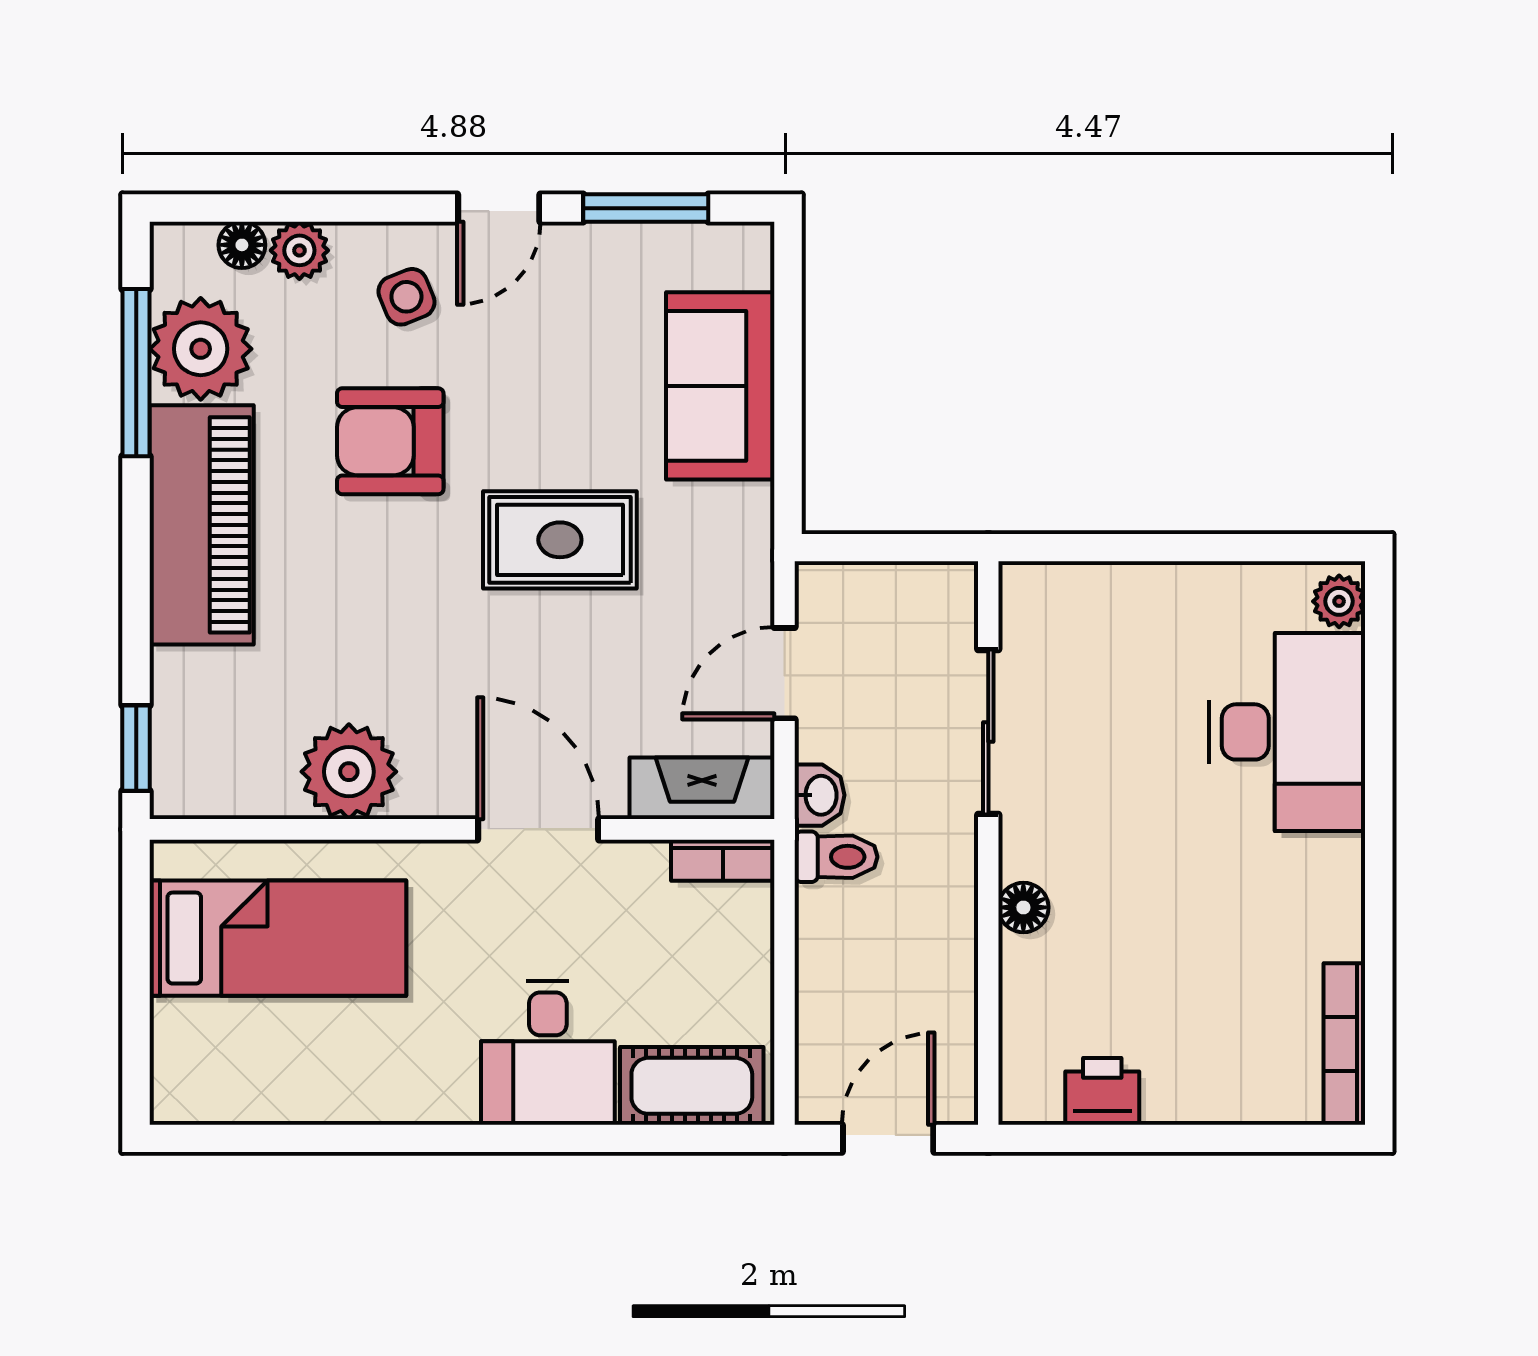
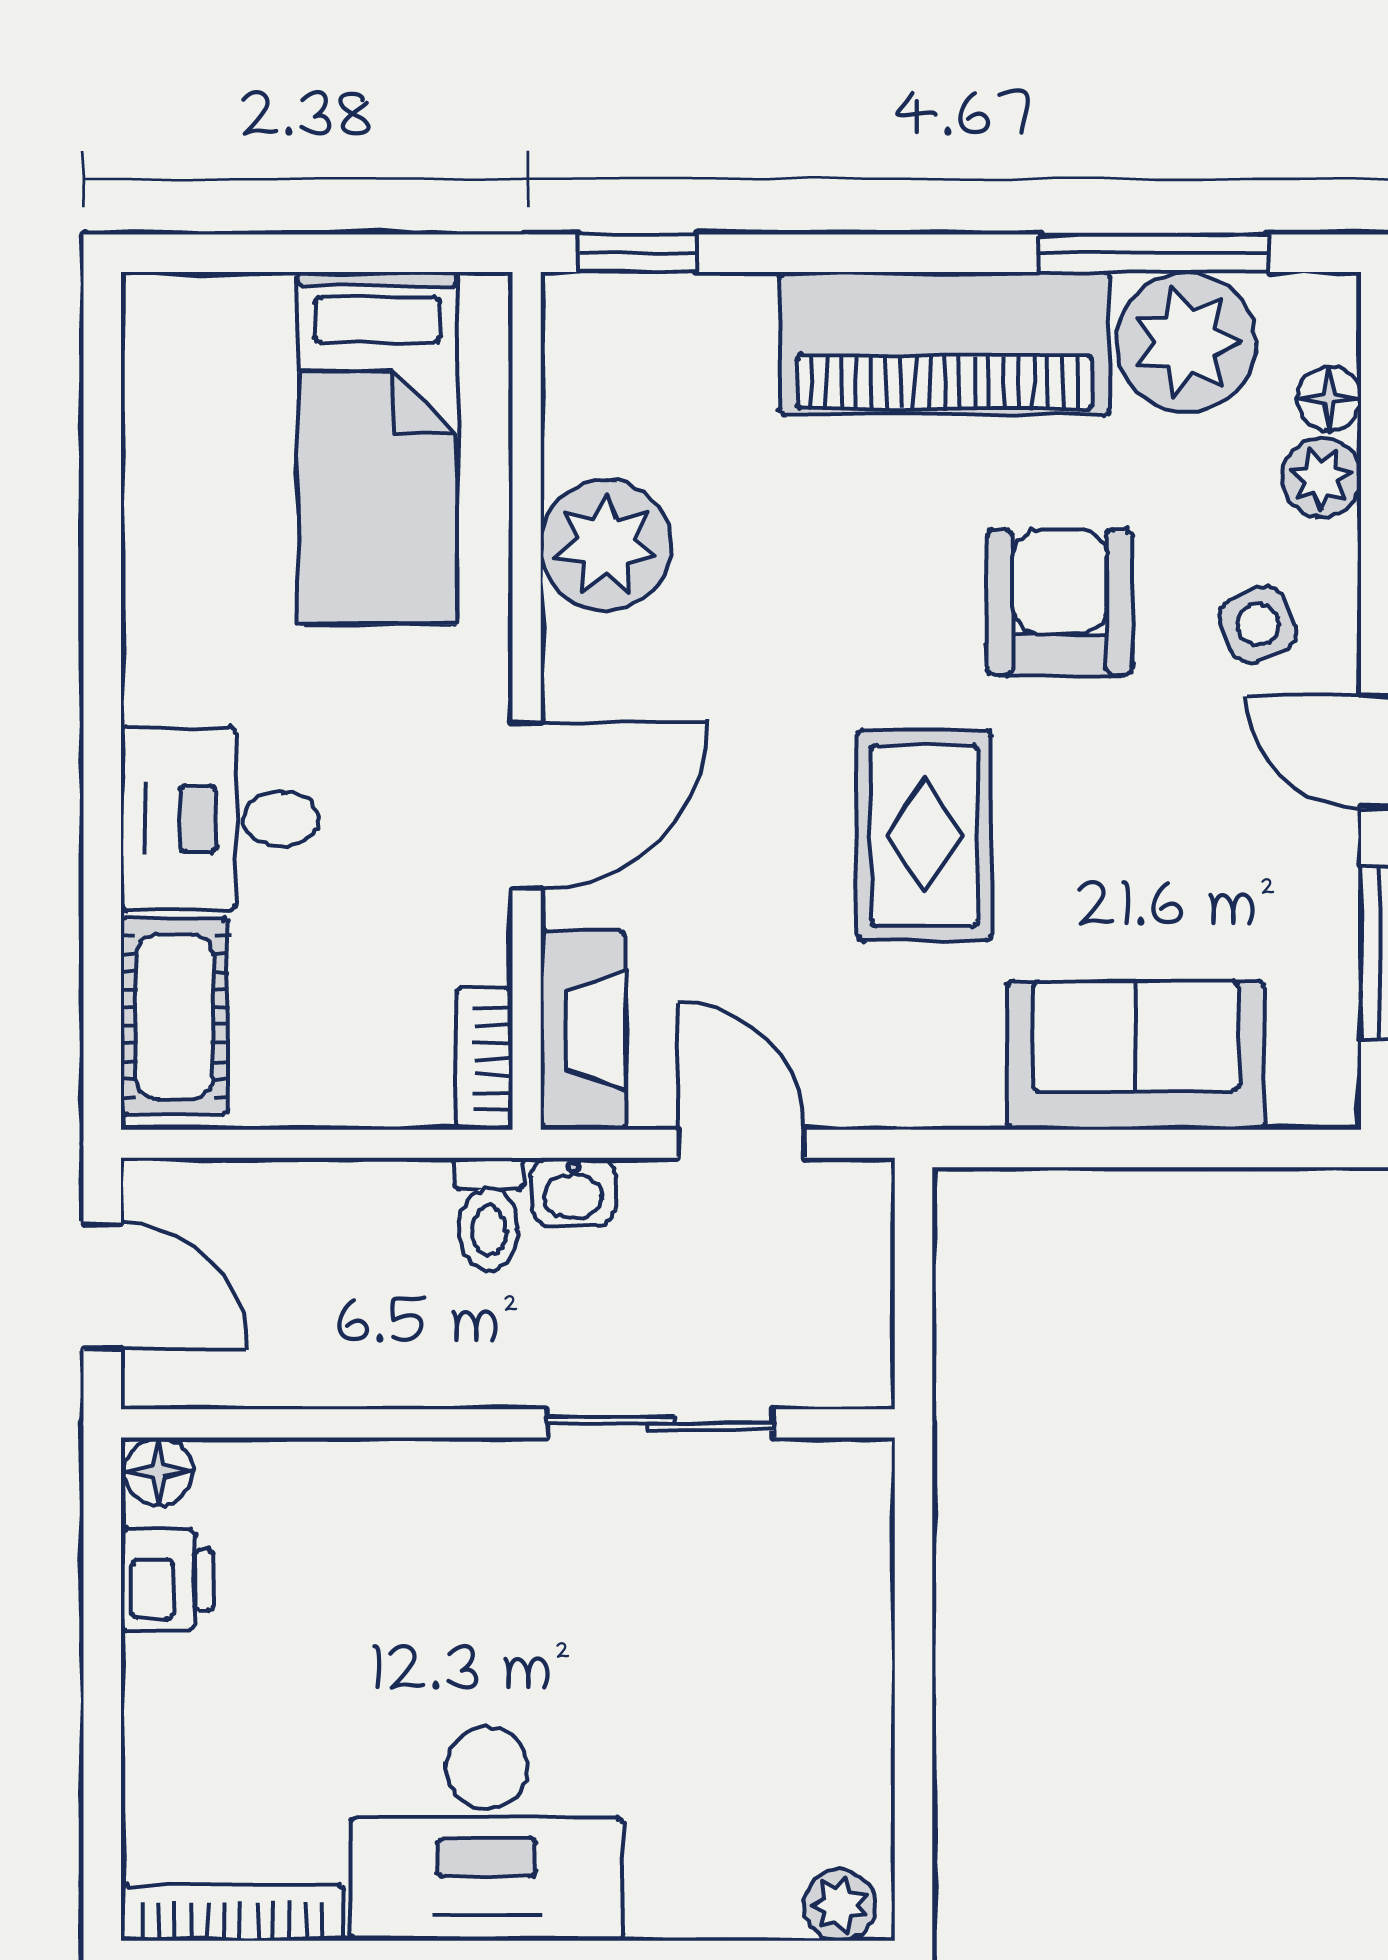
desk: (1287, 732) -> (487, 1834), moved
floor lamp: (1023, 907) -> (158, 1472), moved

